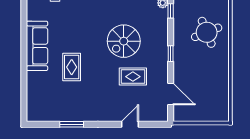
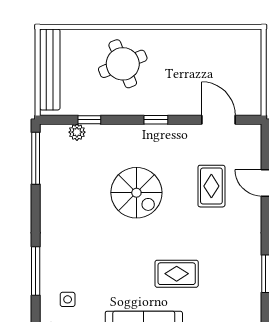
rug: (133, 77) -> (211, 186), moved
door: (171, 94) -> (219, 120), hinge flipped

